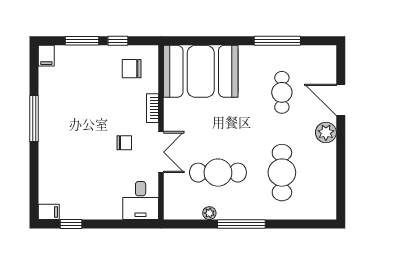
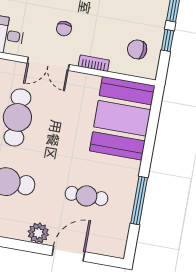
chair: (132, 69) -> (137, 49), turned -86

